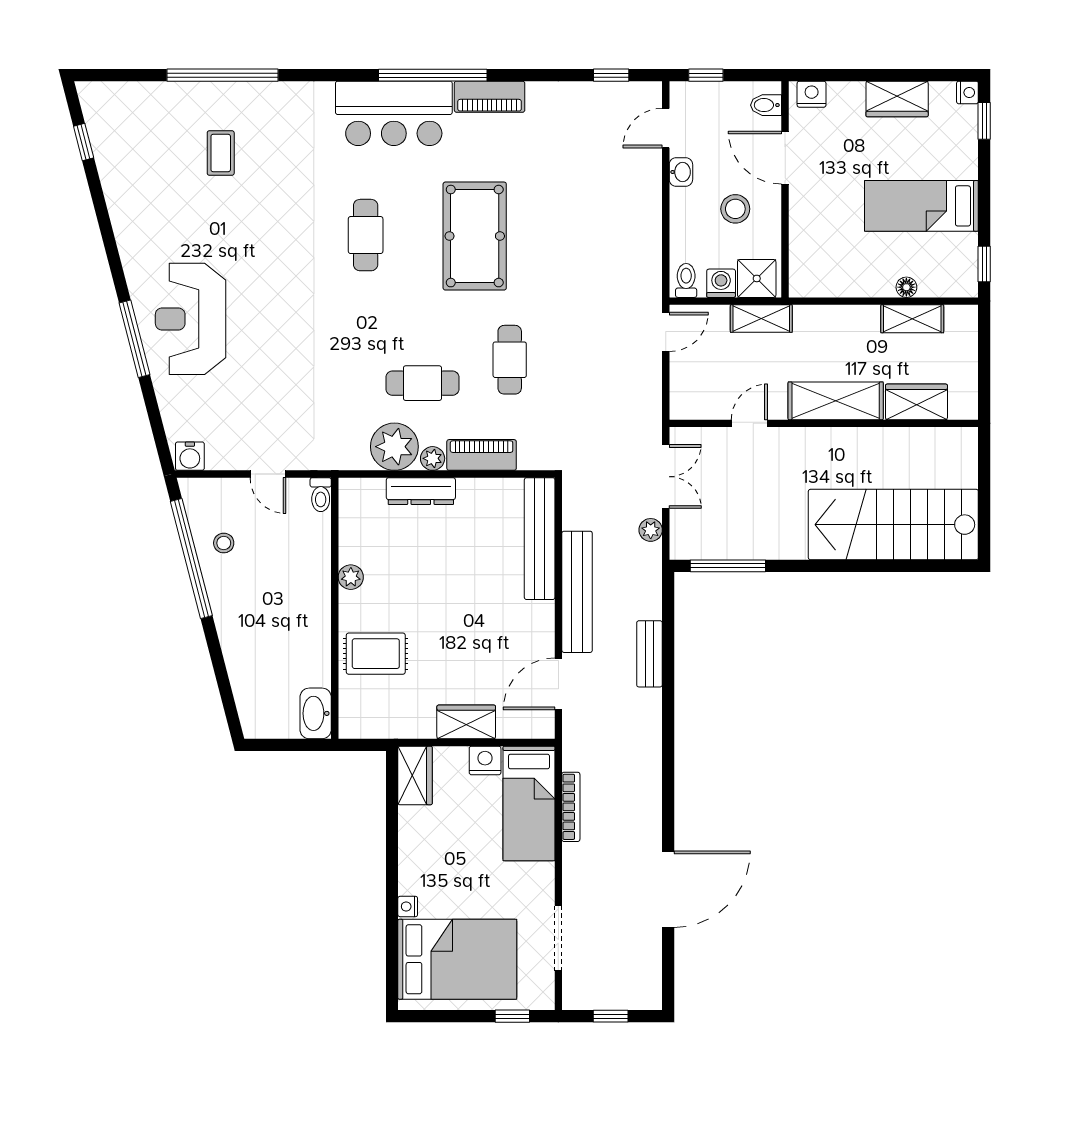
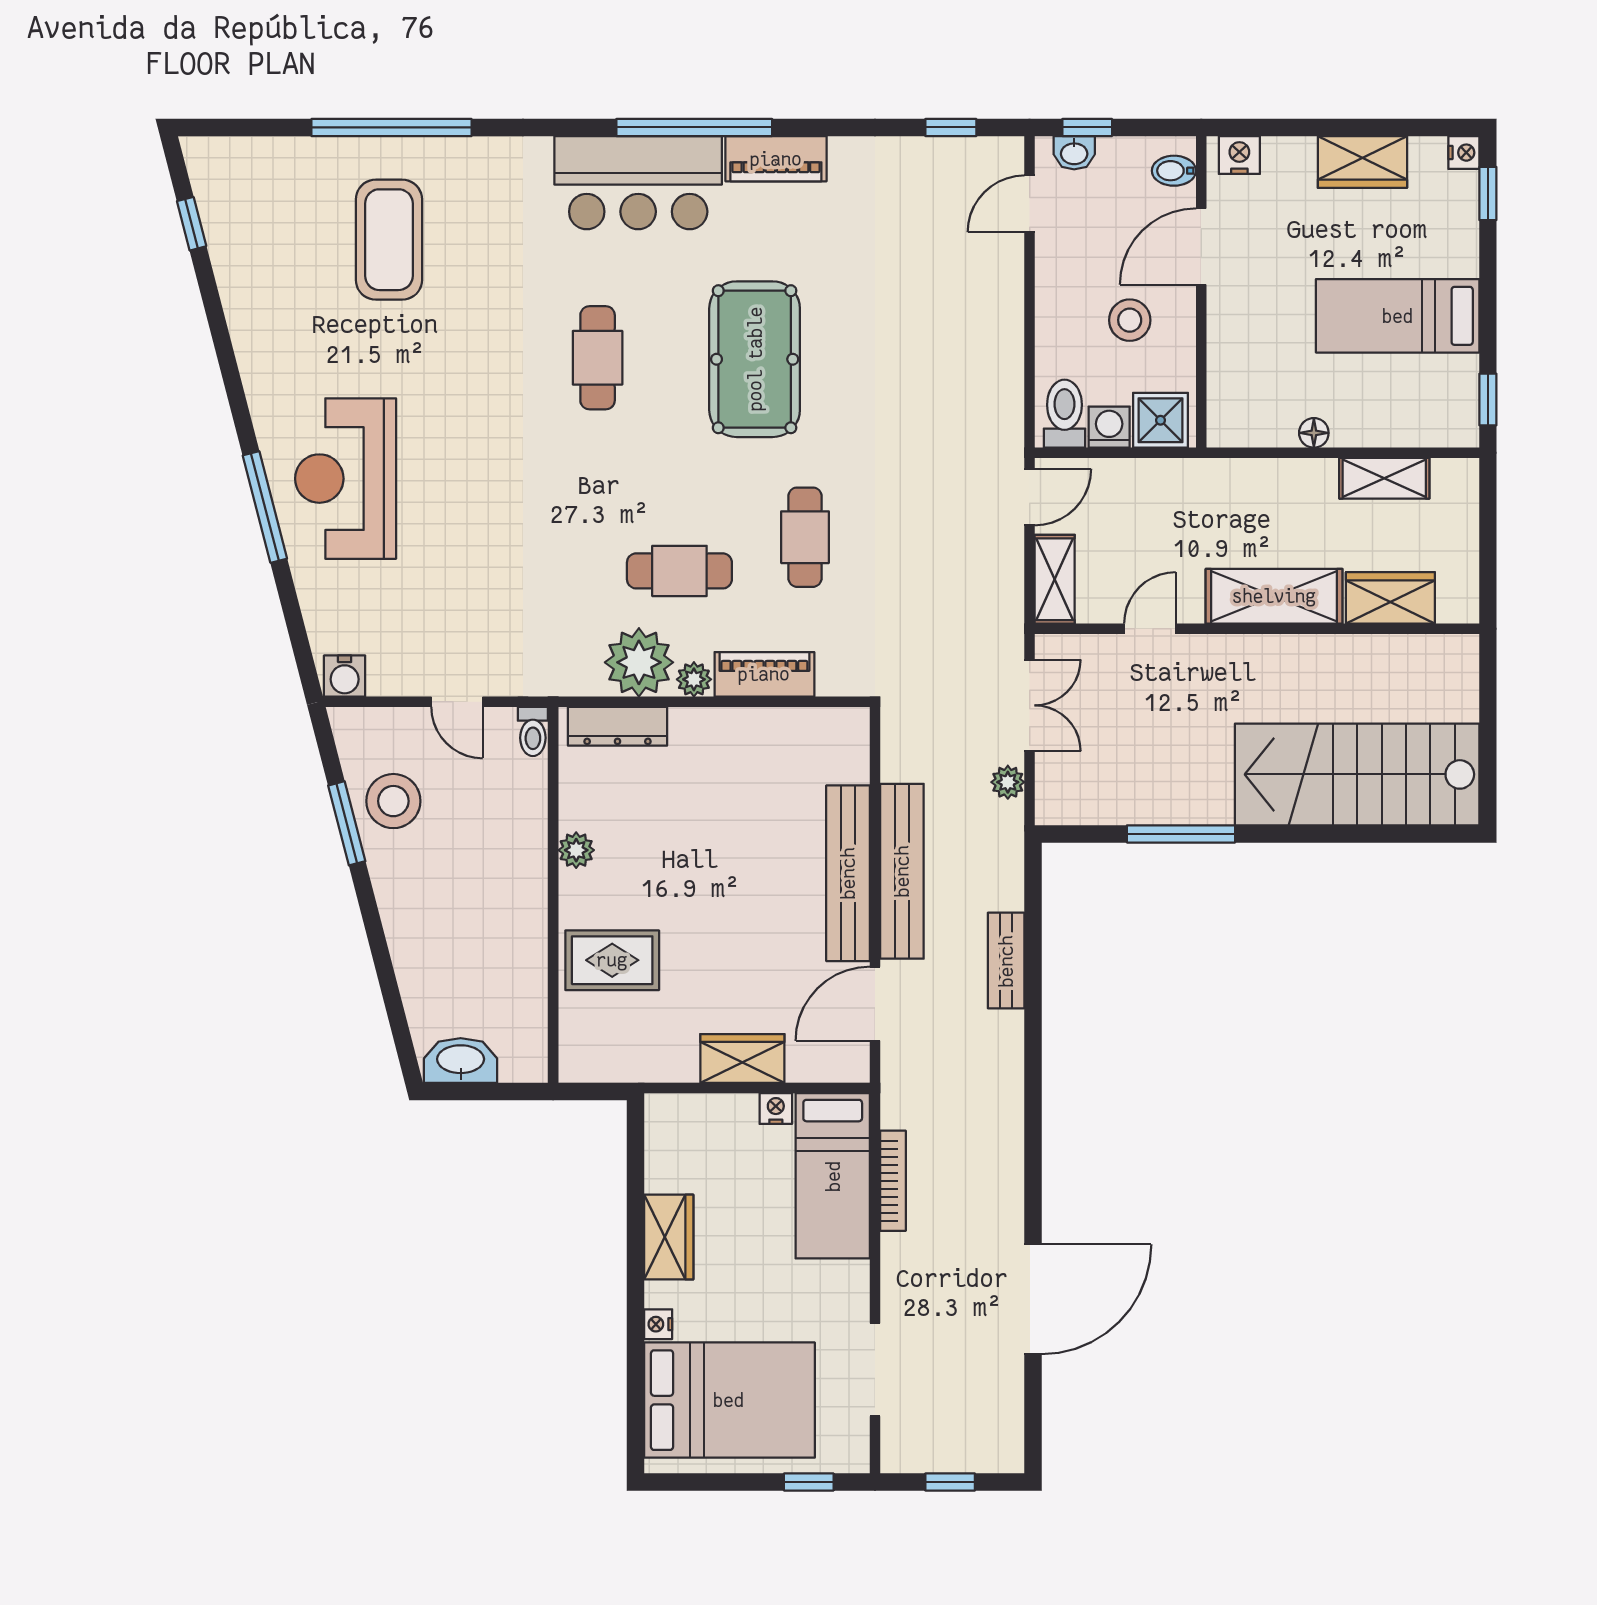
coffee table: (221, 153) -> (389, 240), width x1.86, depth x1.72
door: (785, 158) -> (1201, 246), hinge flipped
washbasin: (681, 172) -> (1074, 153), moved, turned 90
toilet: (686, 280) -> (1064, 414), width x1.37, depth x1.39
floor lamp: (906, 287) -> (1314, 433), moved
shelving: (761, 319) -> (1055, 579), moved, turned 90
dresser: (421, 491) -> (618, 726), moved
bench: (540, 539) -> (848, 873), moved
stool: (224, 543) -> (393, 801), width x1.89, depth x1.89
window: (191, 559) -> (347, 823), width x0.47
window: (728, 566) -> (1181, 834), moved
washbasin: (316, 713) -> (461, 1061), moved, turned 90
nightstand: (485, 760) -> (776, 1109), width x0.72, depth x0.74
wardrobe: (415, 775) -> (669, 1237), moved

